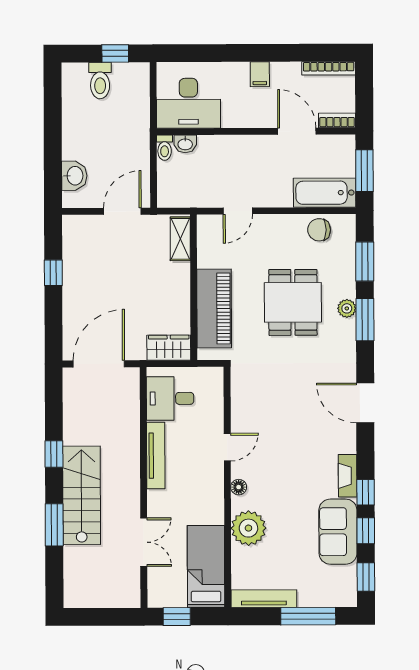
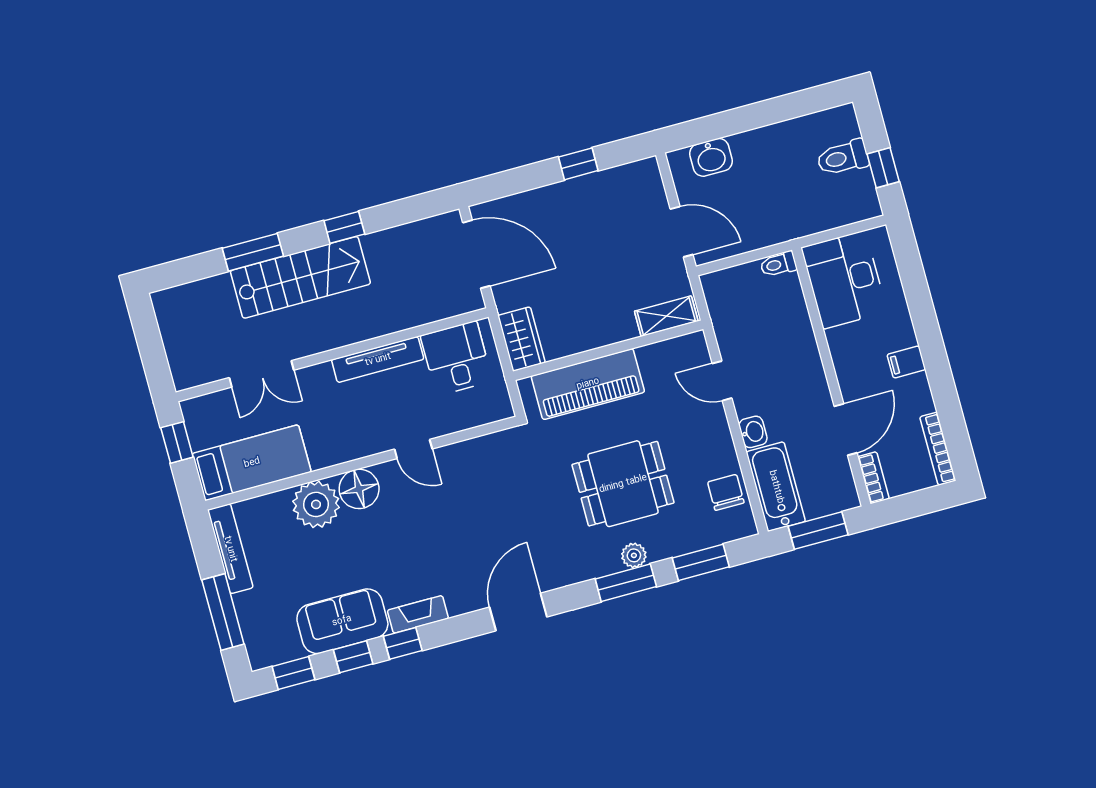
washbasin: (185, 144) -> (753, 432), moved, turned 180
floor lamp: (239, 487) -> (359, 489), width x1.89, depth x1.89

